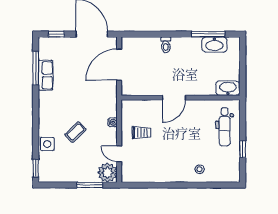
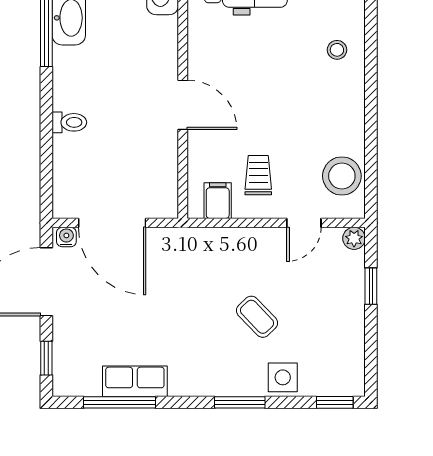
filing cabinet: (129, 114) -> (218, 201), added
water cooler: (113, 122) -> (66, 237), moved
window: (36, 124) -> (240, 402), added
stool: (141, 171) -> (342, 176), added
plant: (107, 173) -> (354, 238), width x0.53, depth x0.53
window: (90, 185) -> (371, 286), width x0.67

